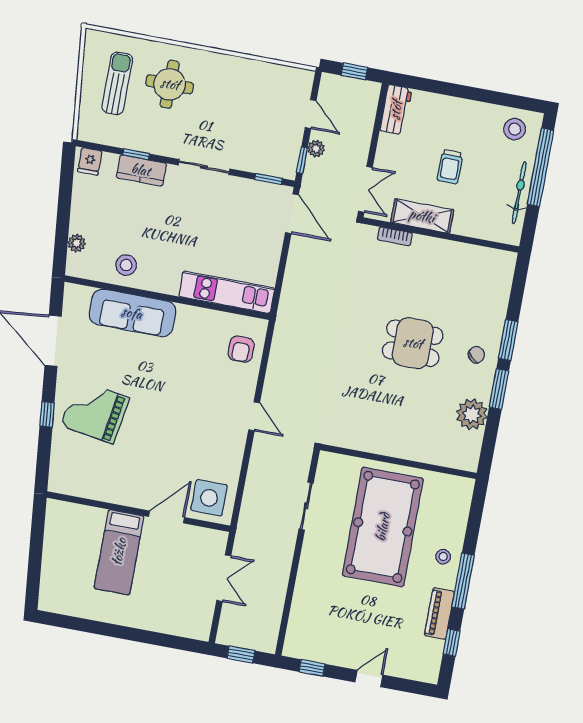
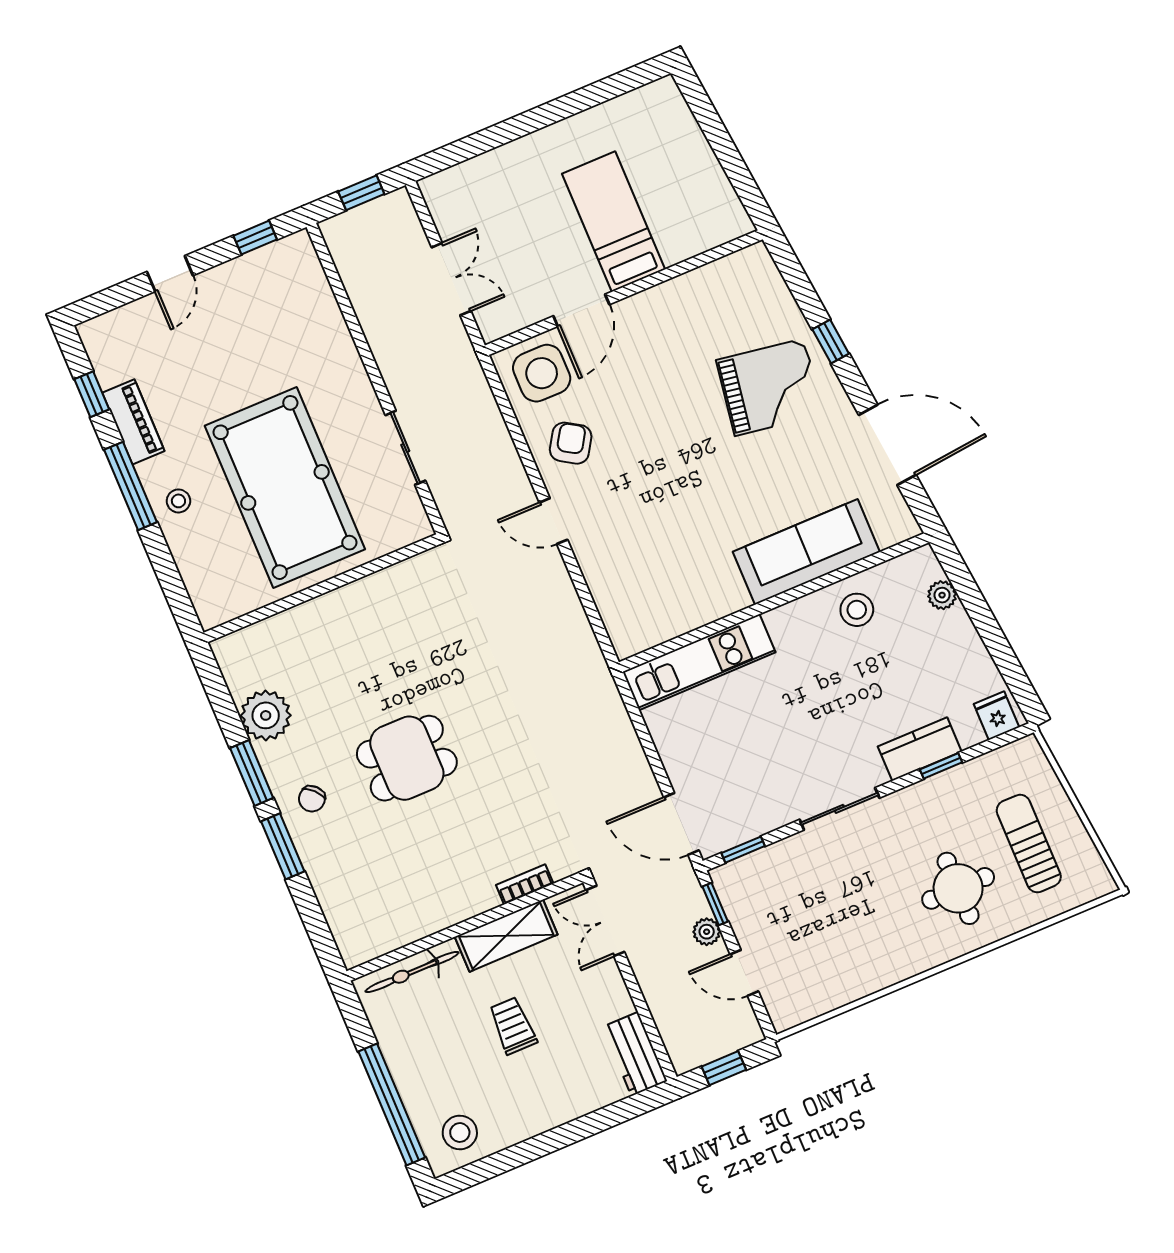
sun lounger: (117, 83) -> (1029, 844), turned 180
bicycle: (519, 193) -> (412, 972), moved, turned 90
armchair: (241, 349) -> (571, 443), moved, turned 32
double door: (224, 578) -> (451, 279), swing flipped

